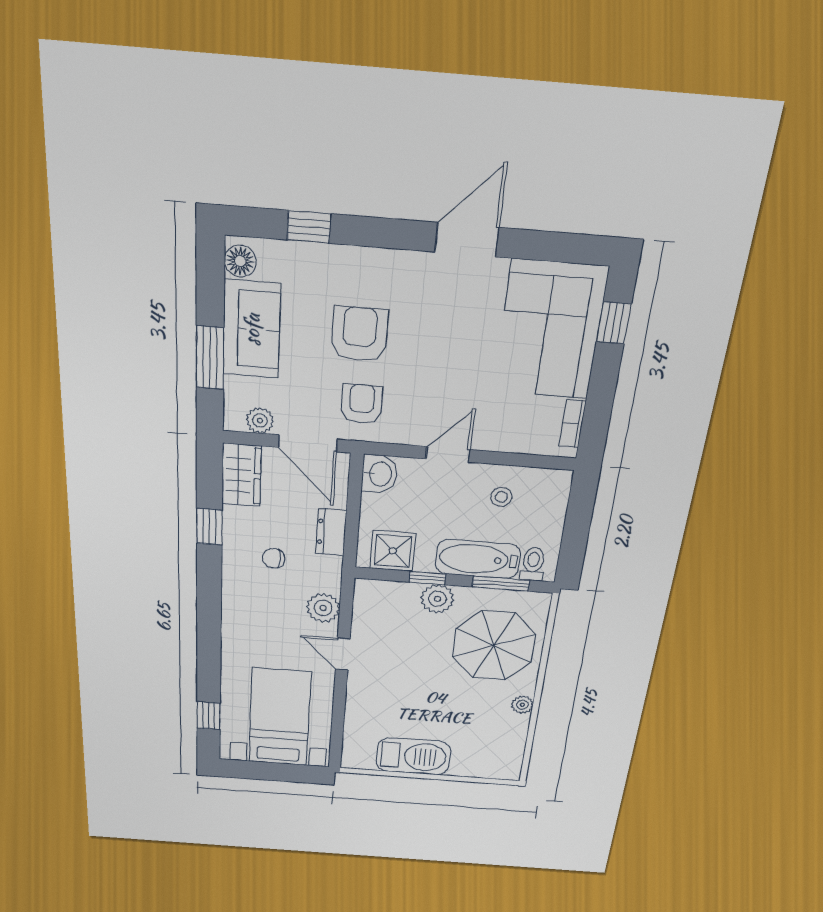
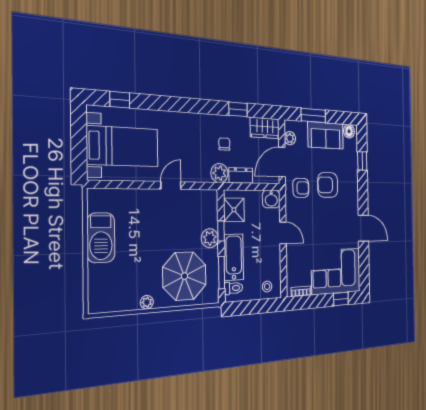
armchair: (360, 334) -> (328, 185), turned 180
stool: (501, 497) -> (267, 287), moved
plant: (323, 608) -> (219, 173), moved

